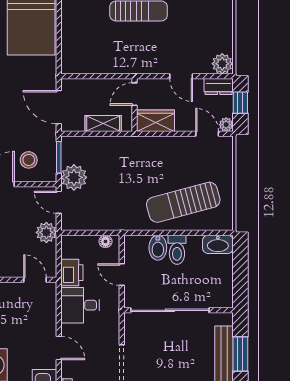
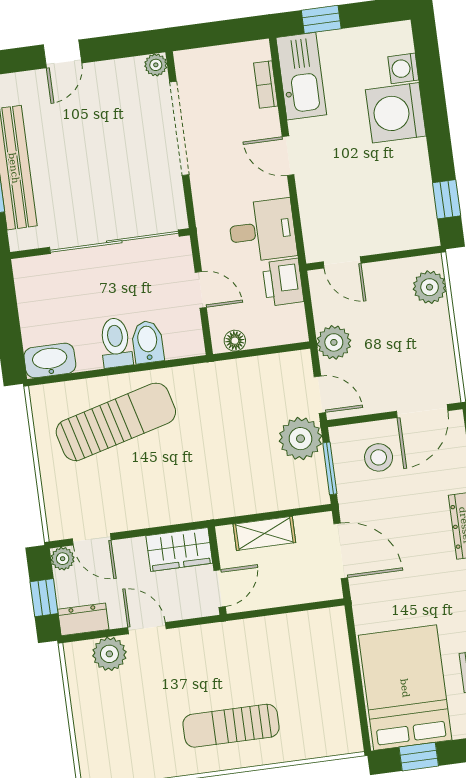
plant: (222, 64) -> (109, 654), moved

